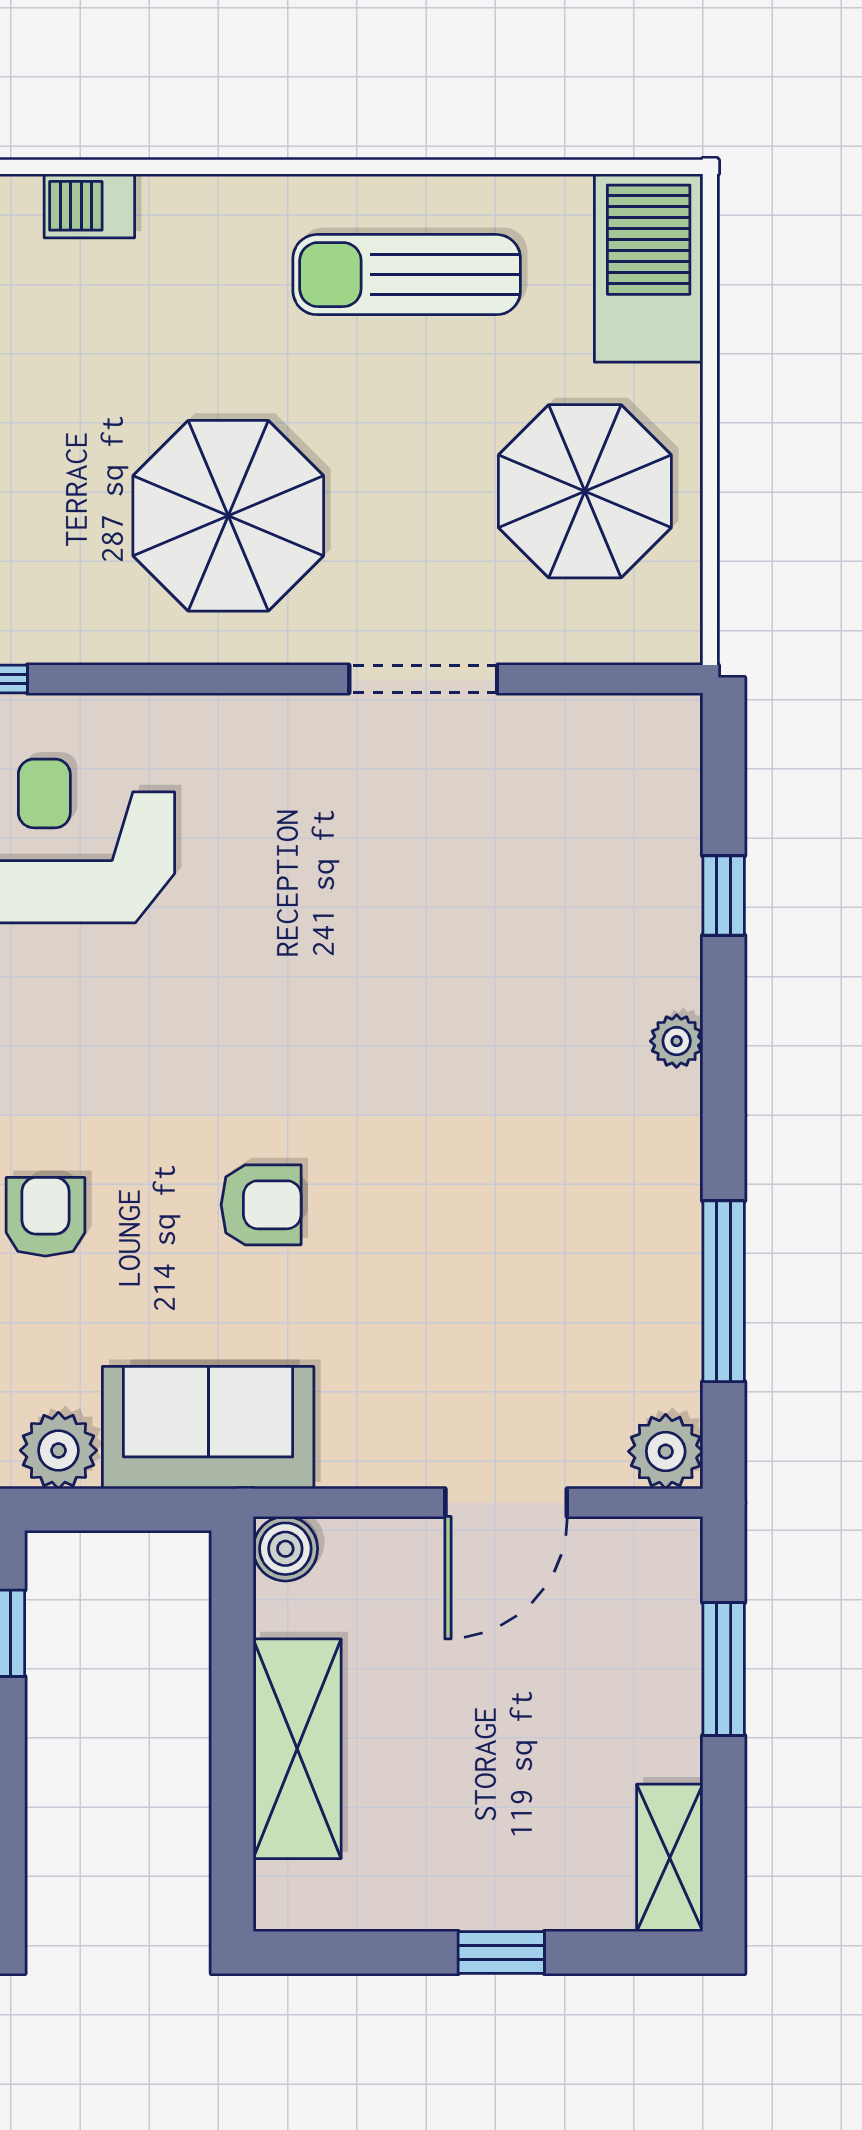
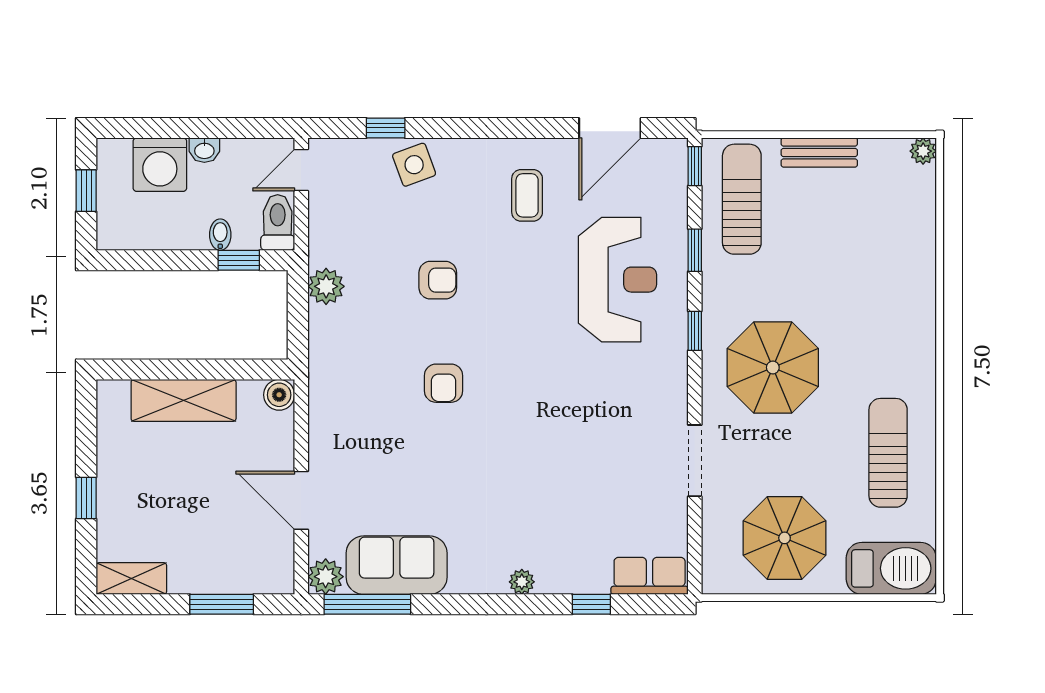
barbecue: (89, 206) -> (921, 301), removed
window: (151, 679) -> (695, 331), added
row of seats: (664, 774) -> (650, 576), added
window: (724, 1291) -> (367, 604), moved
sofa: (208, 1428) -> (397, 565), moved, turned -90

